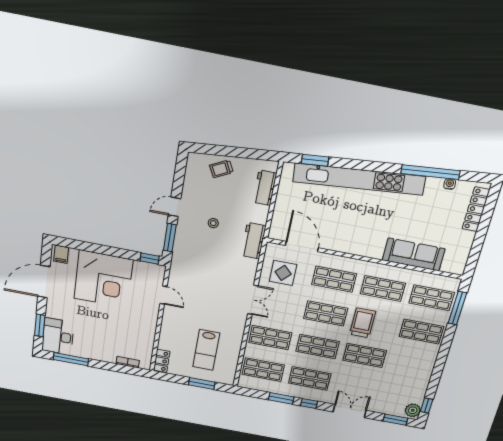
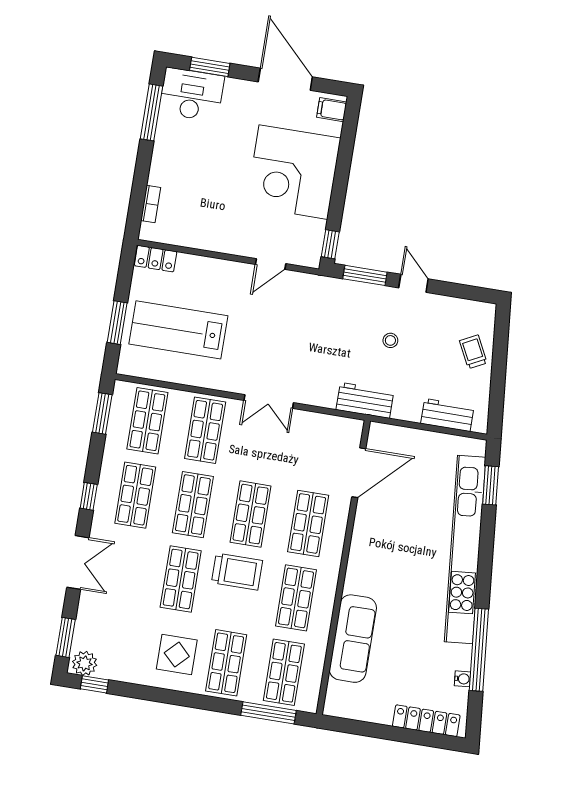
display table: (283, 273) -> (177, 655), moved
lab bench: (206, 350) -> (178, 330), width x1.36, depth x1.39
window: (281, 398) -> (102, 413), moved

